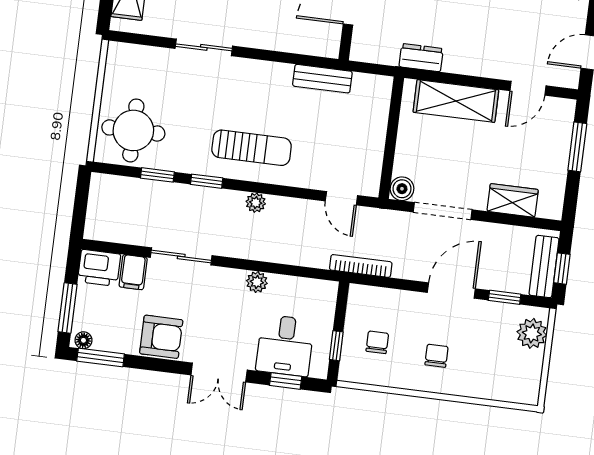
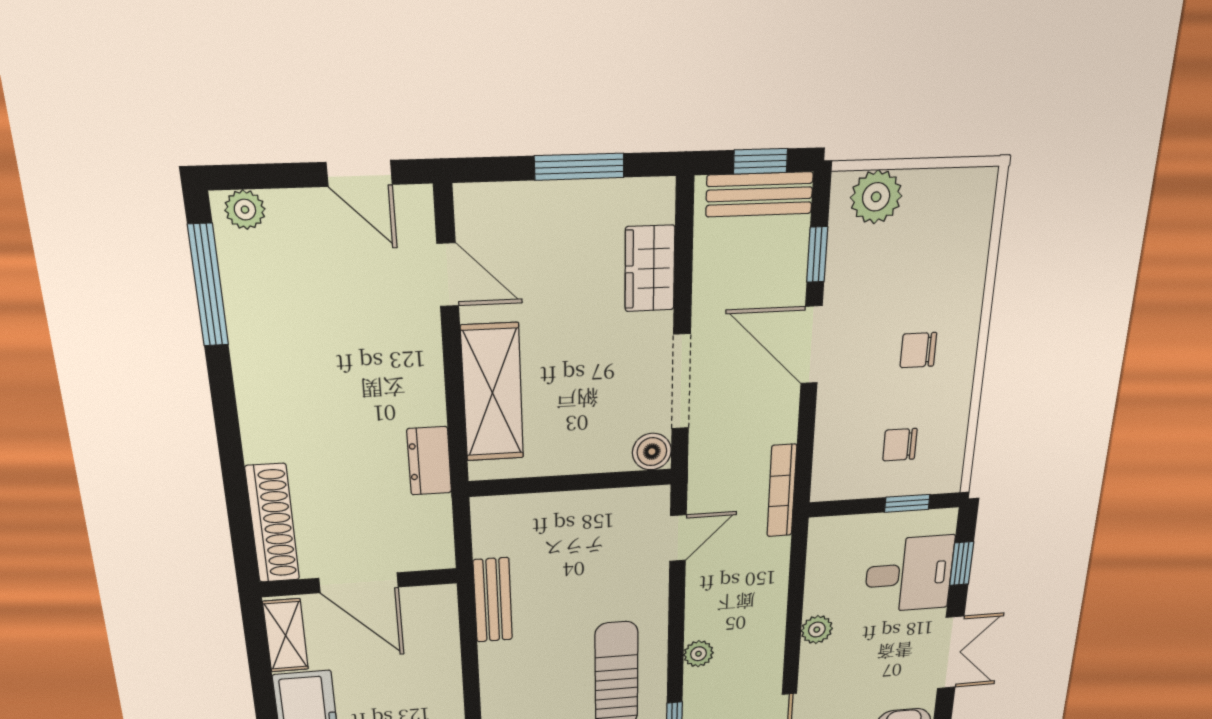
window: (577, 147) -> (579, 167), moved

